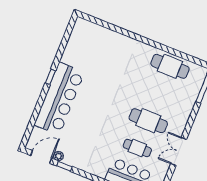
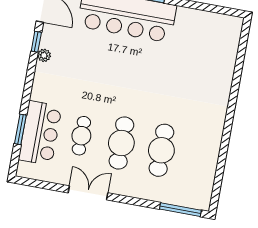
cafe table: (170, 66) -> (161, 150), moved
plant: (58, 156) -> (44, 55), moved

